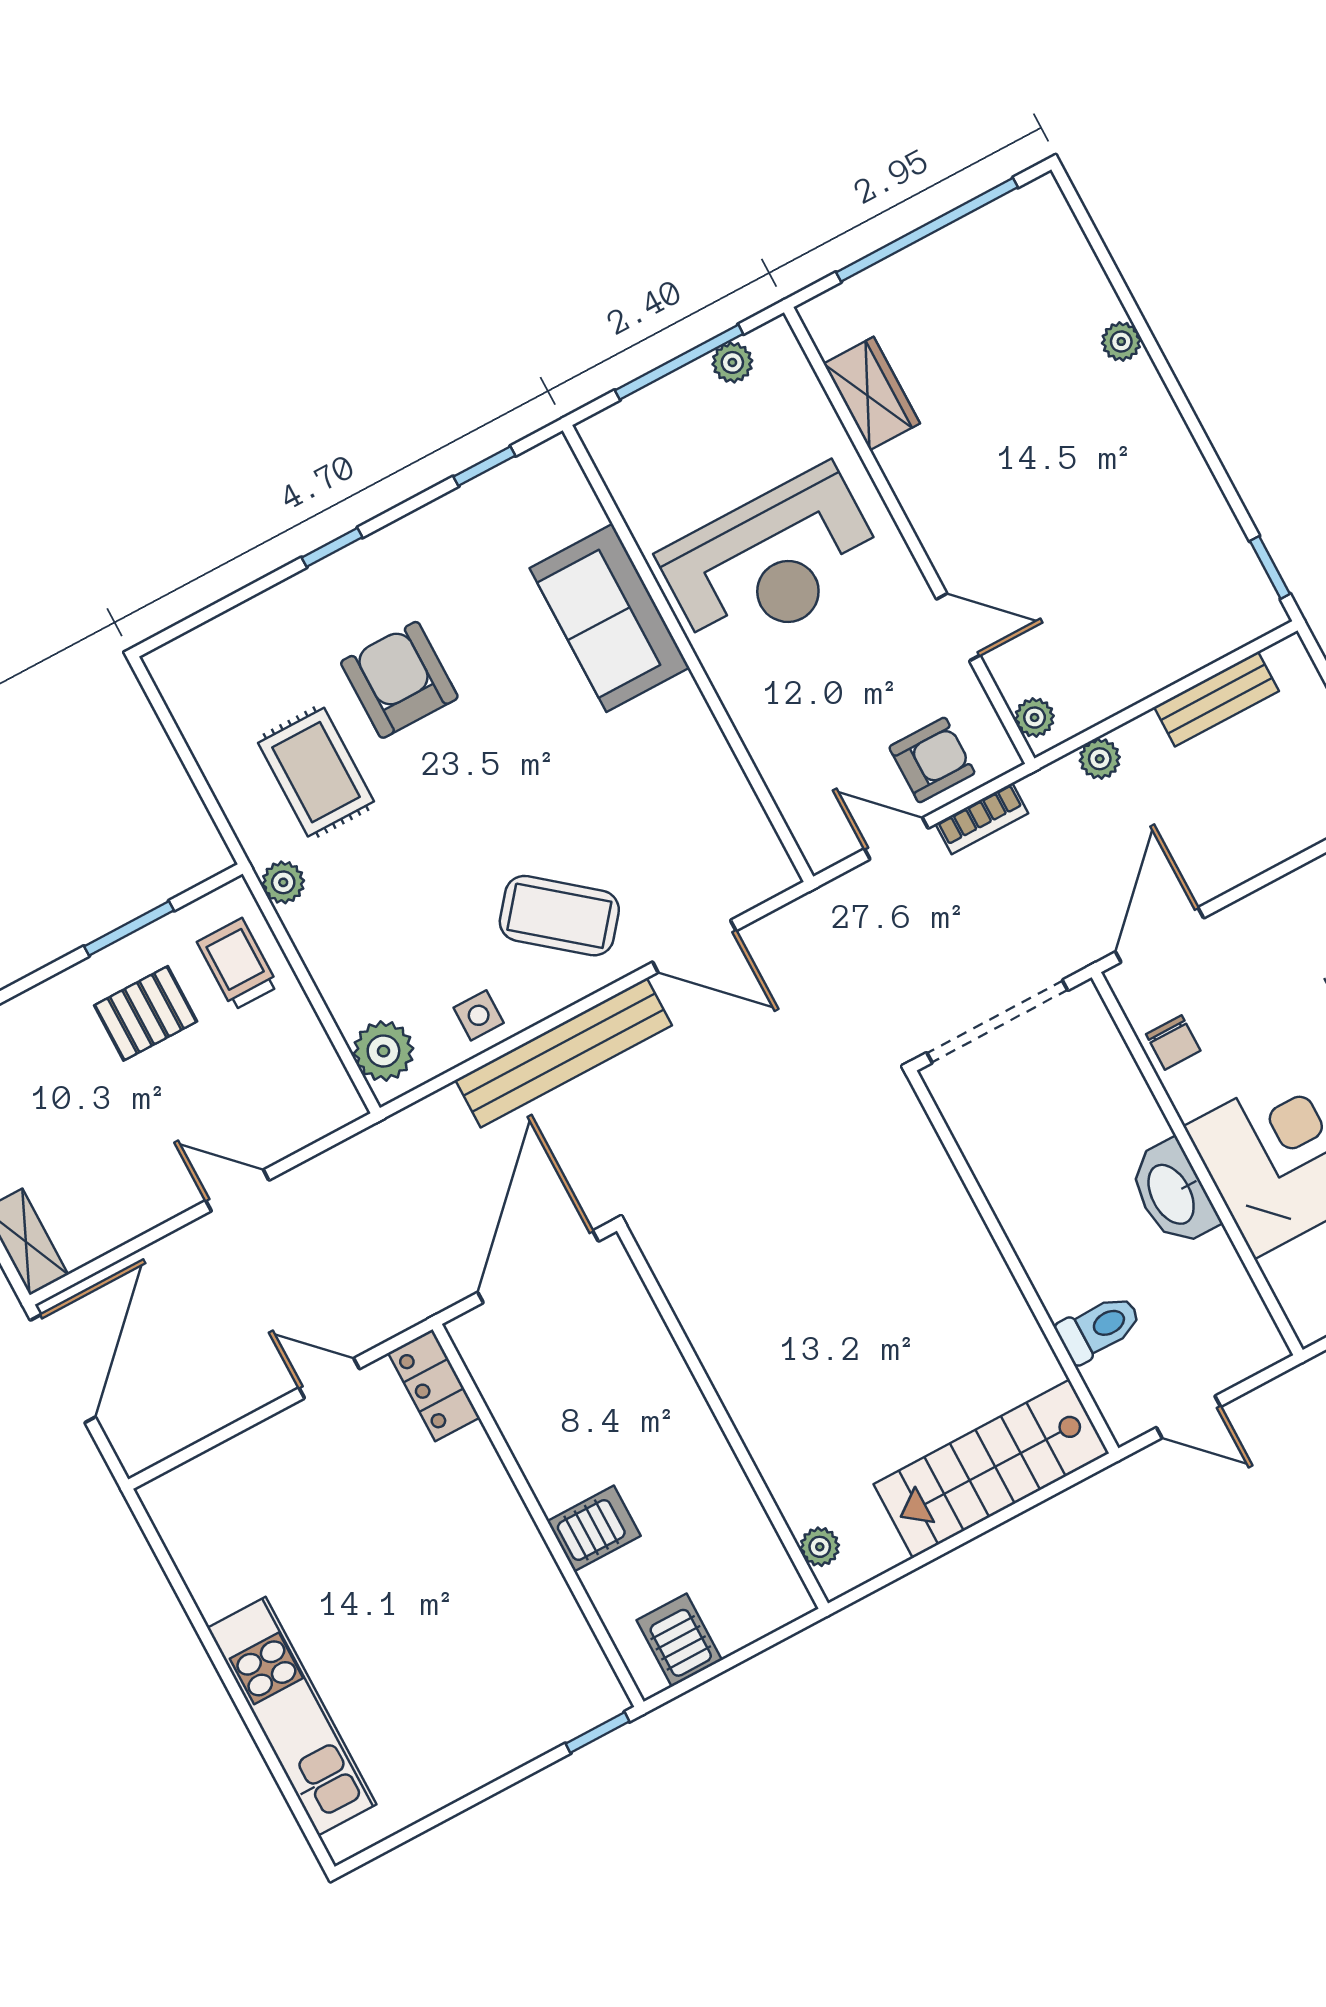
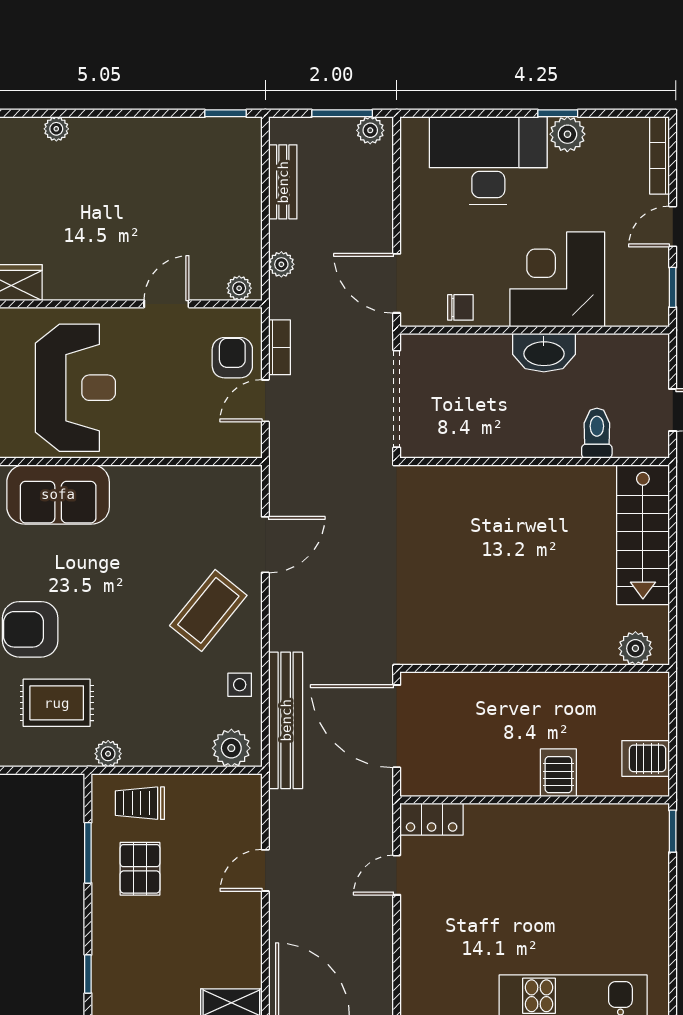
bench: (564, 1053) -> (286, 720), moved
plant: (820, 1547) -> (635, 648), width x1.38, depth x1.38

